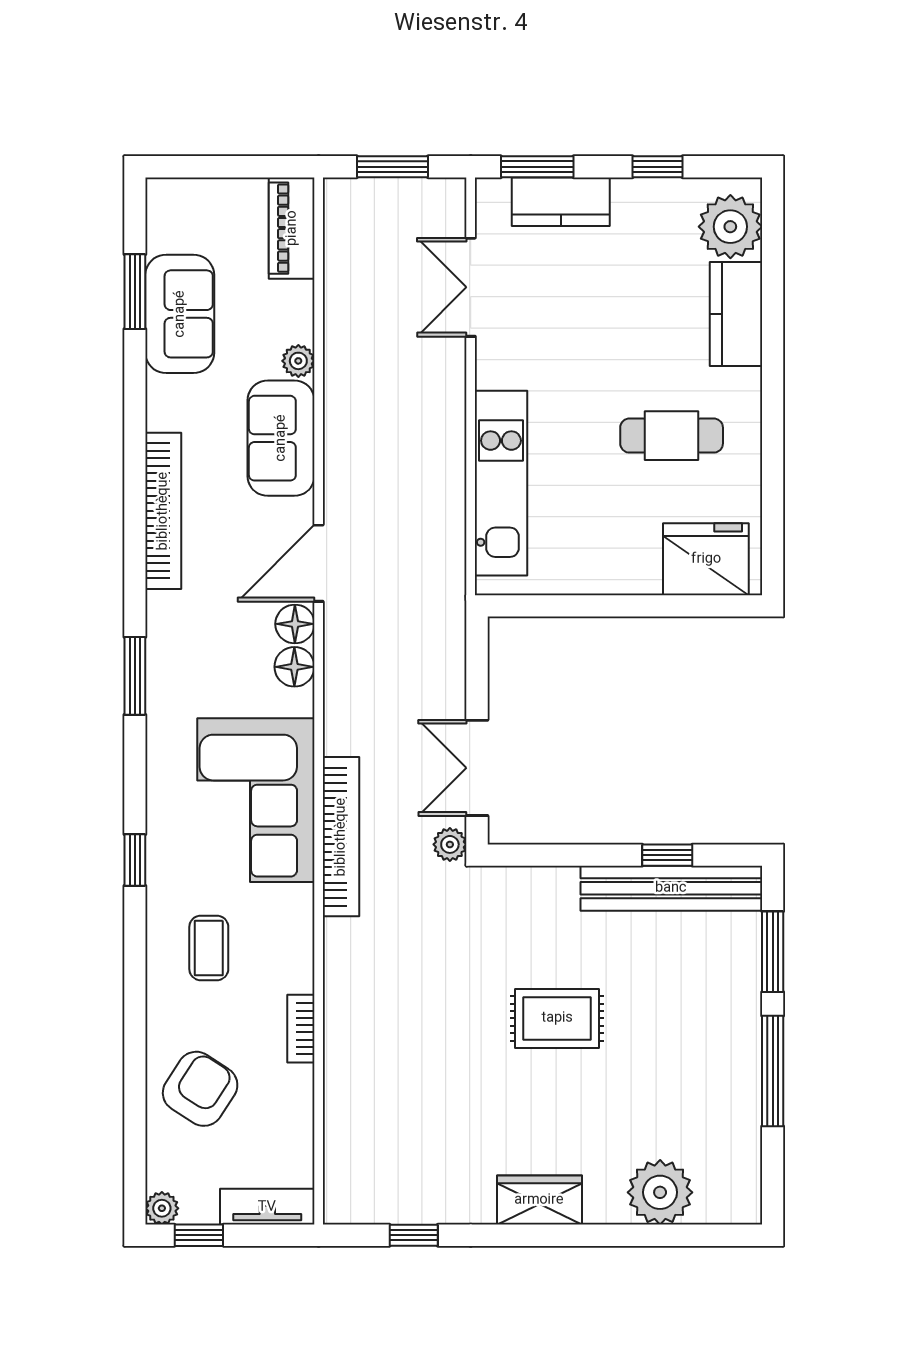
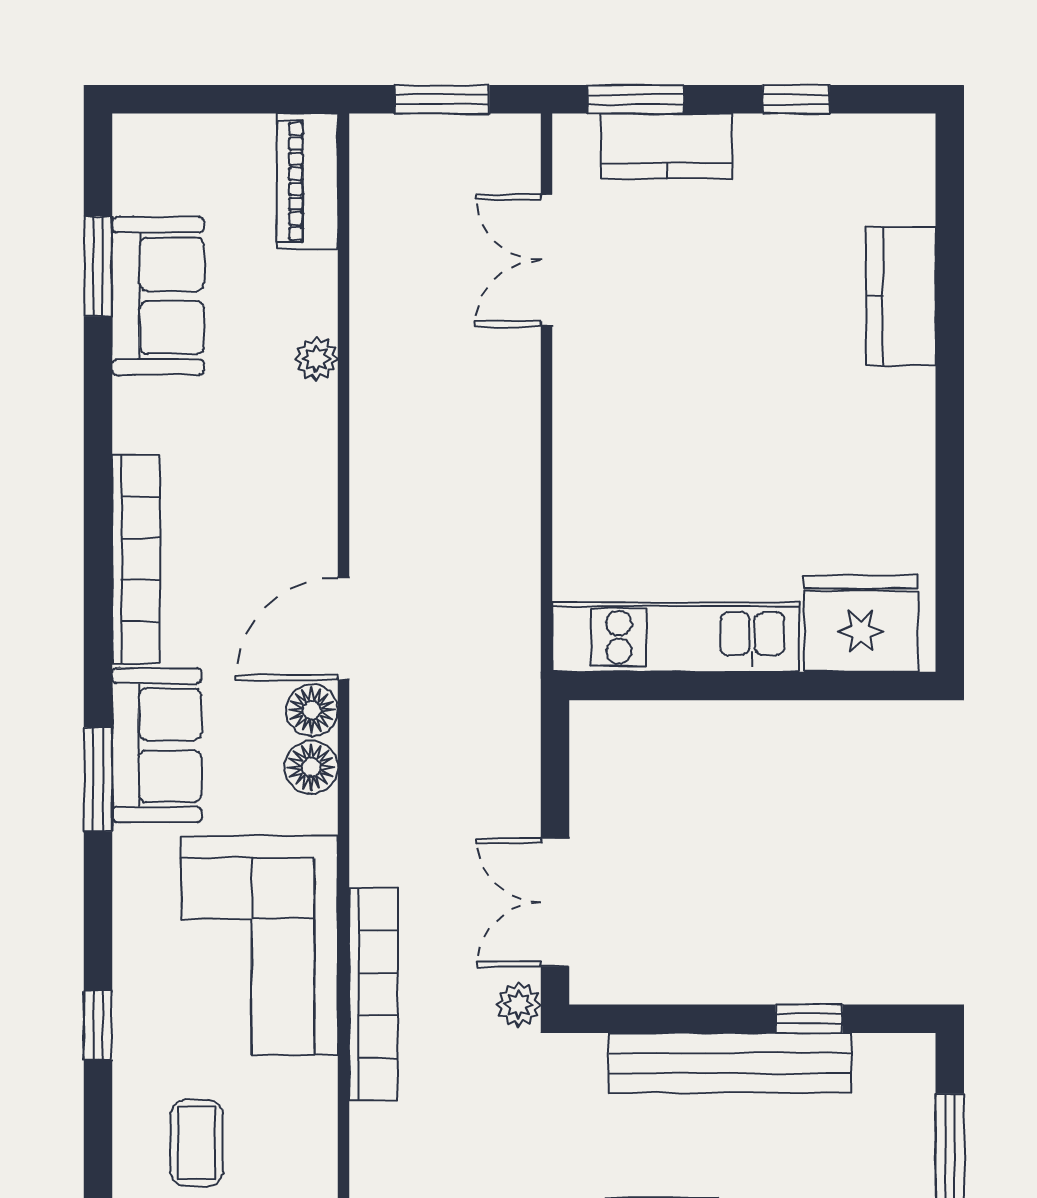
plant: (730, 227) -> (893, 179), removed
cafe table: (672, 436) -> (815, 458), removed
sofa: (281, 438) -> (157, 745), moved, turned 180
kitchen unit: (501, 483) -> (676, 637), moved, turned -90
bench: (671, 888) -> (730, 1063), moved

